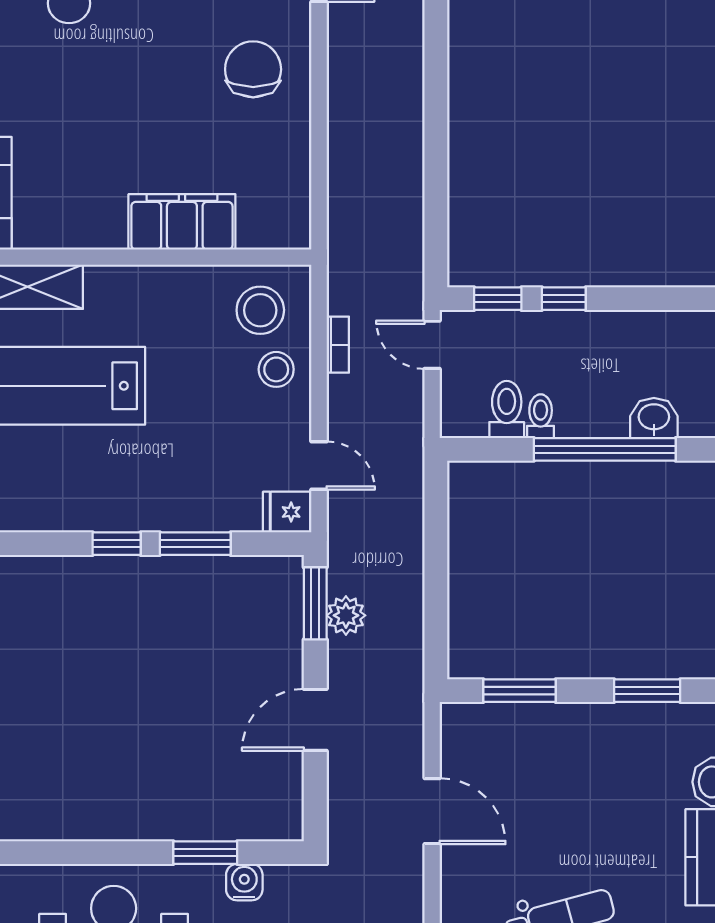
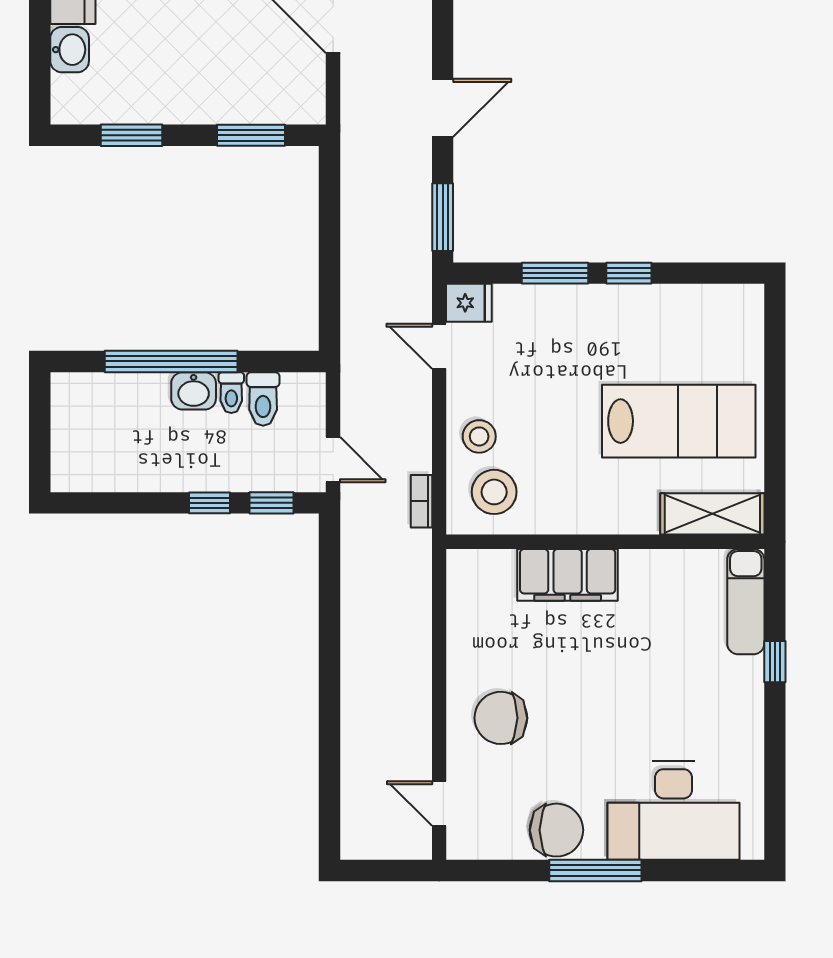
chair: (253, 69) -> (501, 718), turned 91
bookcase: (338, 345) -> (421, 501), moved
washbasin: (654, 418) -> (194, 391), moved
plant: (346, 615) -> (414, 206), removed

